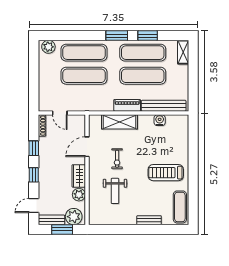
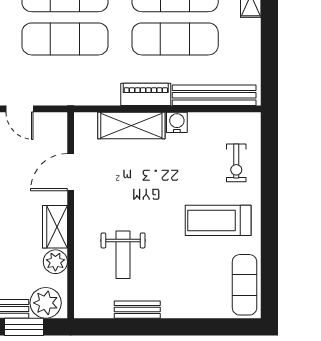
water cooler: (160, 120) -> (177, 122), moved
exercise bike: (117, 159) -> (236, 163), moved
bench: (149, 220) -> (137, 310), moved

